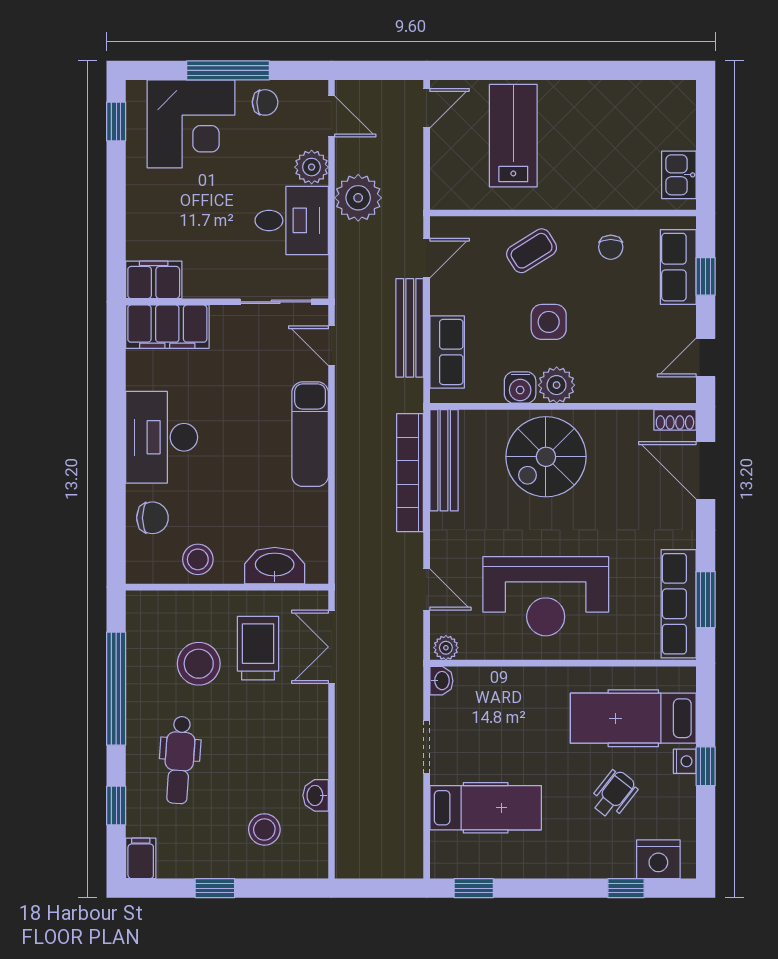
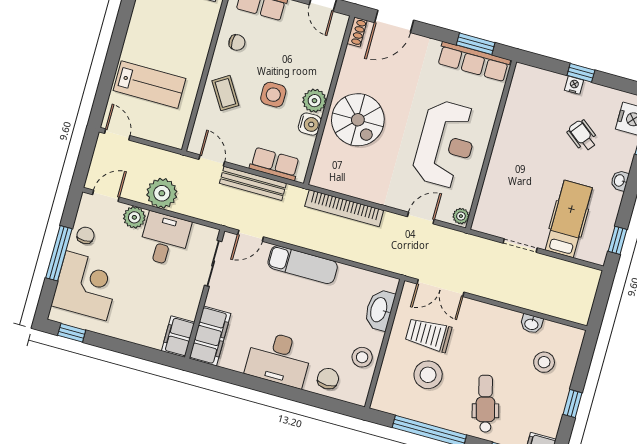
lab bench: (513, 136) -> (150, 85), turned 180
bench: (444, 460) -> (342, 185), removed
washbasin: (441, 681) -> (620, 181), moved, turned -90
hospital bed: (633, 718) -> (538, 110), removed
dental chair: (179, 760) -> (485, 404), turned -109

